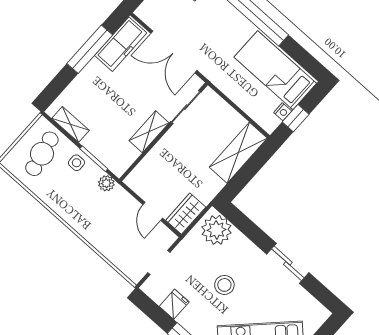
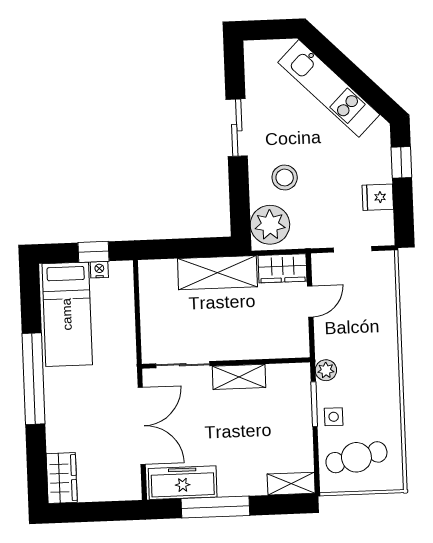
shelving: (70, 124) -> (291, 484), moved, turned 90
shelving: (238, 153) -> (217, 273), moved
stool: (224, 285) -> (285, 178), moved

